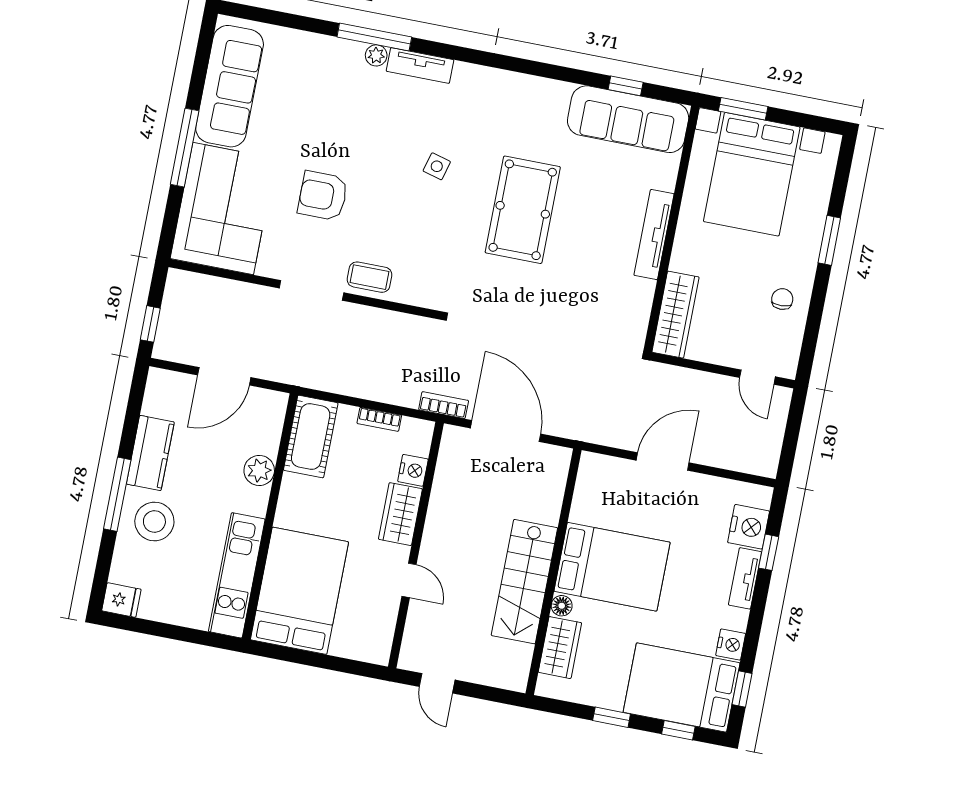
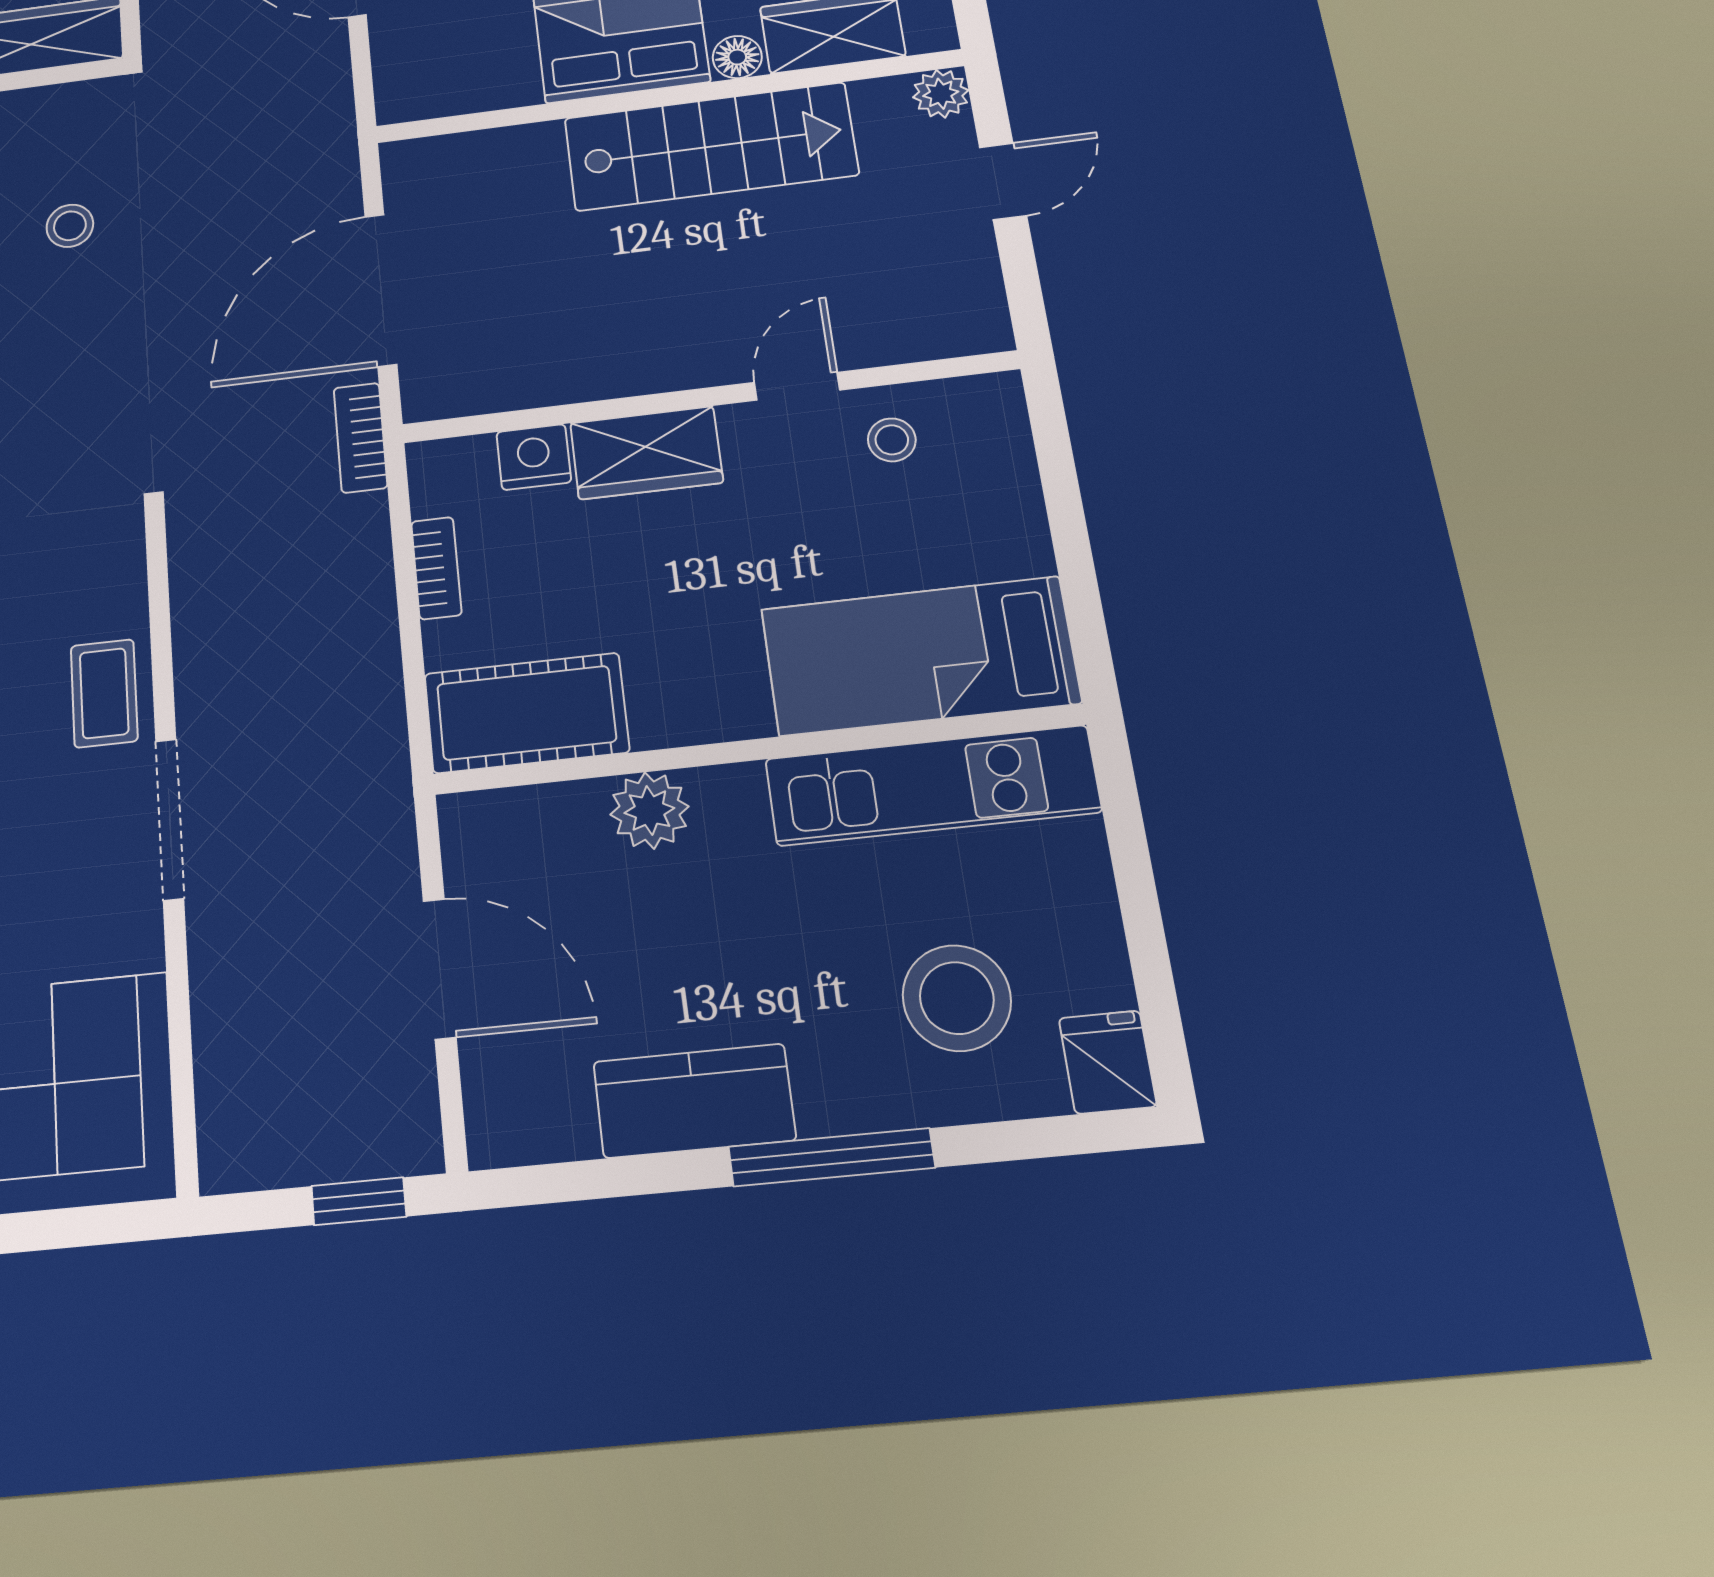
stool: (579, 311) -> (70, 226), added
stool: (154, 521) -> (957, 998), moved
bed: (299, 591) -> (920, 656), width x0.67
stool: (375, 608) -> (892, 440), added
plant: (516, 680) -> (941, 94), added
door: (437, 683) -> (1003, 181), moved

